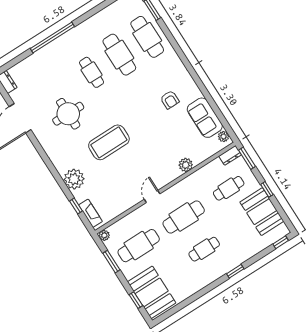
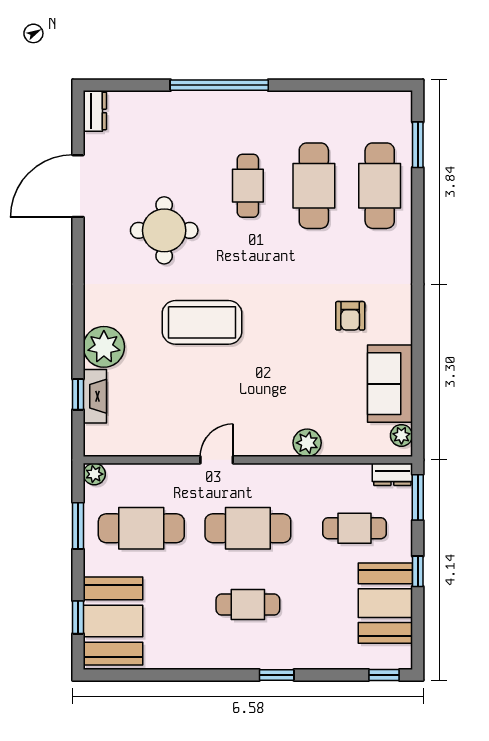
fireplace: (90, 213) -> (95, 396), moved

